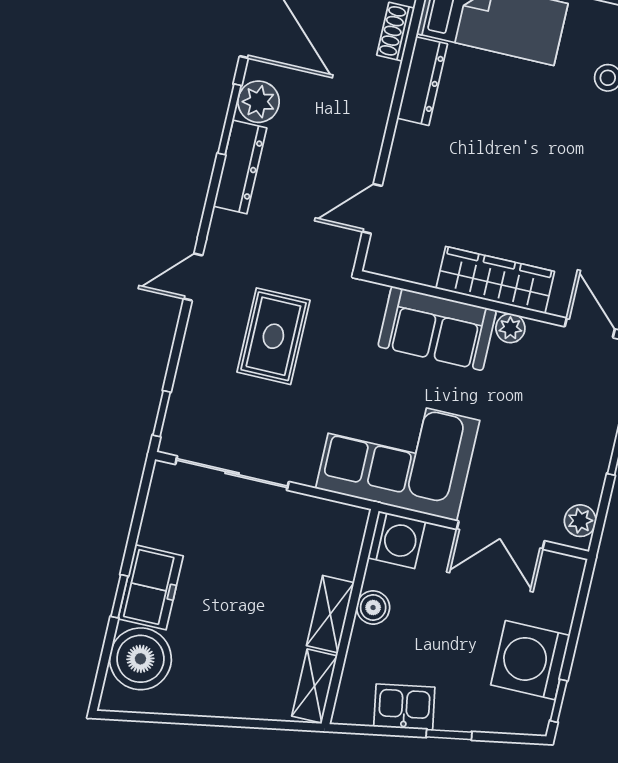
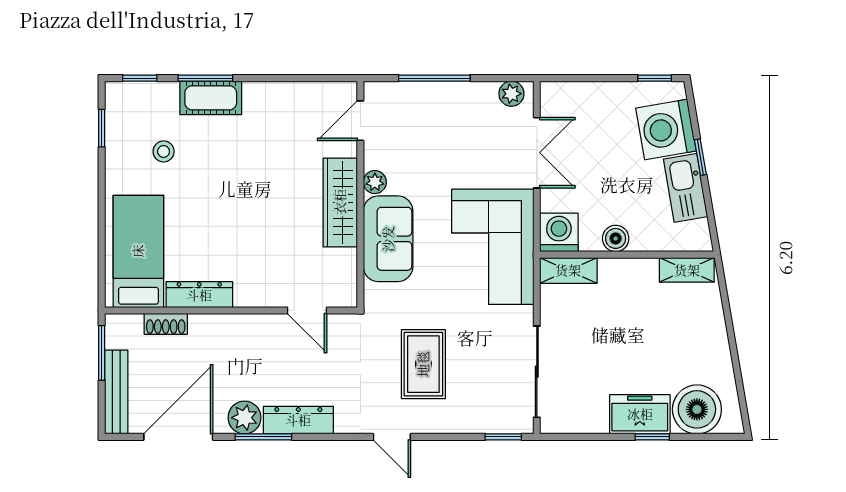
rug: (273, 336) -> (423, 364), turned 90
shelving: (330, 614) -> (568, 270), moved
washing machine: (530, 660) -> (666, 130), moved, turned 80
kitchen sink: (404, 707) -> (685, 188), width x1.38

